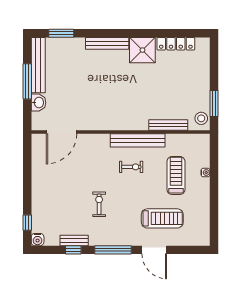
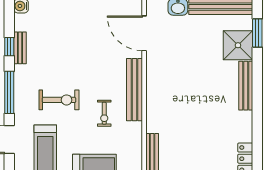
shower: (142, 50) -> (238, 45), moved
bench: (138, 140) -> (134, 90), moved
exercise bike: (99, 204) -> (59, 100), moved, width x1.38, depth x1.39

